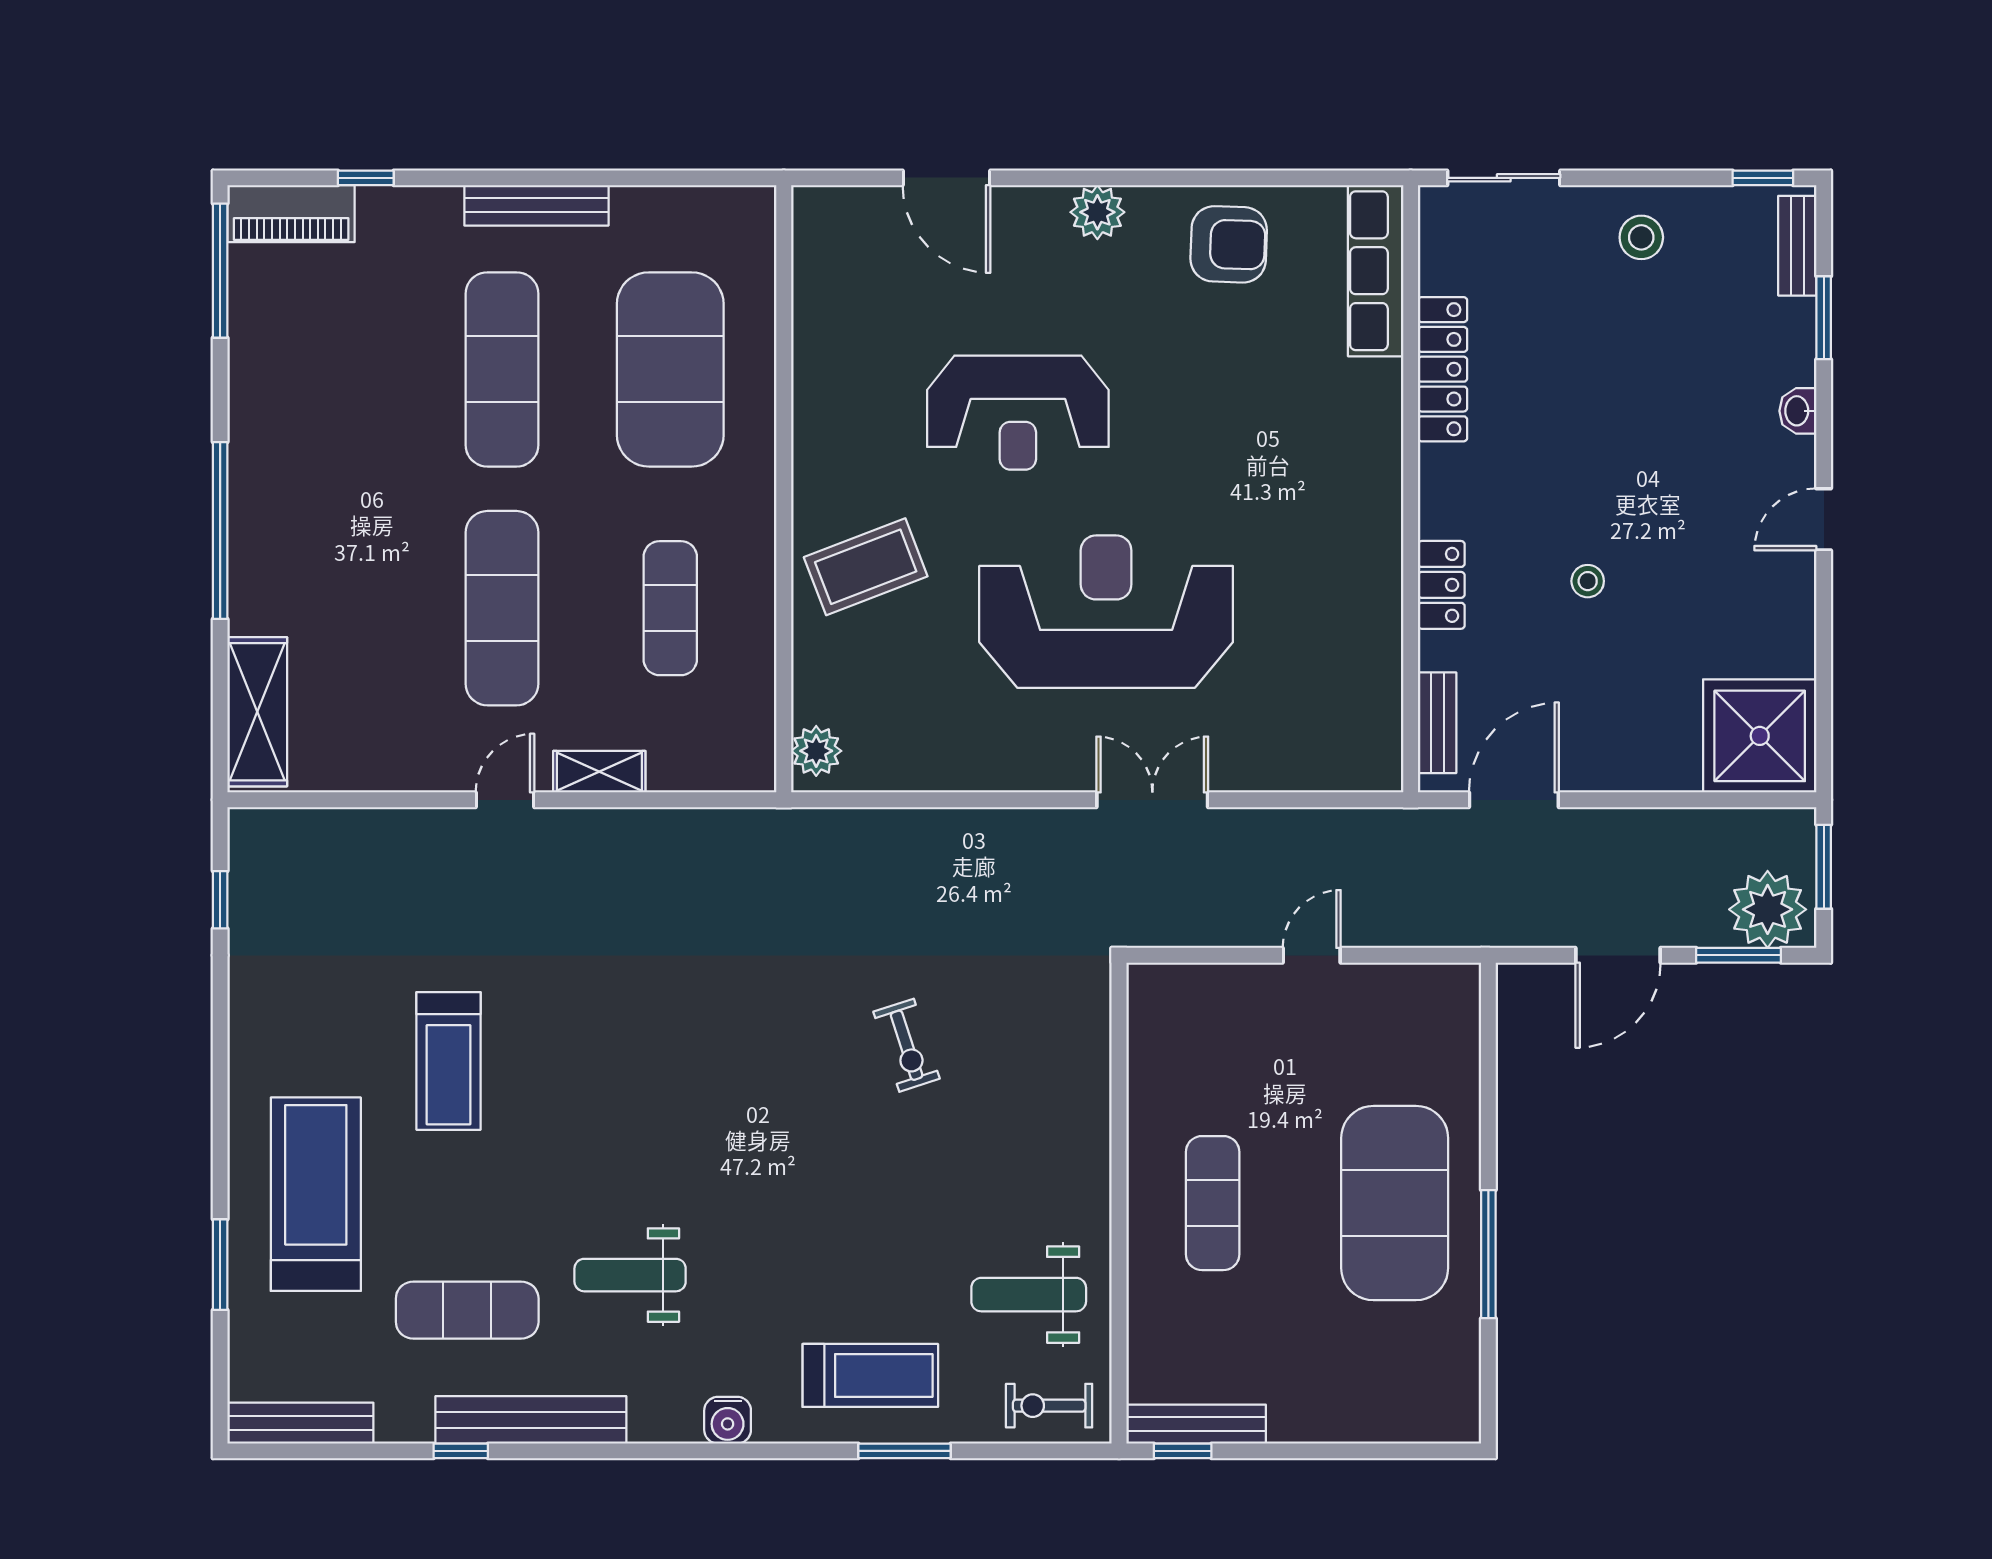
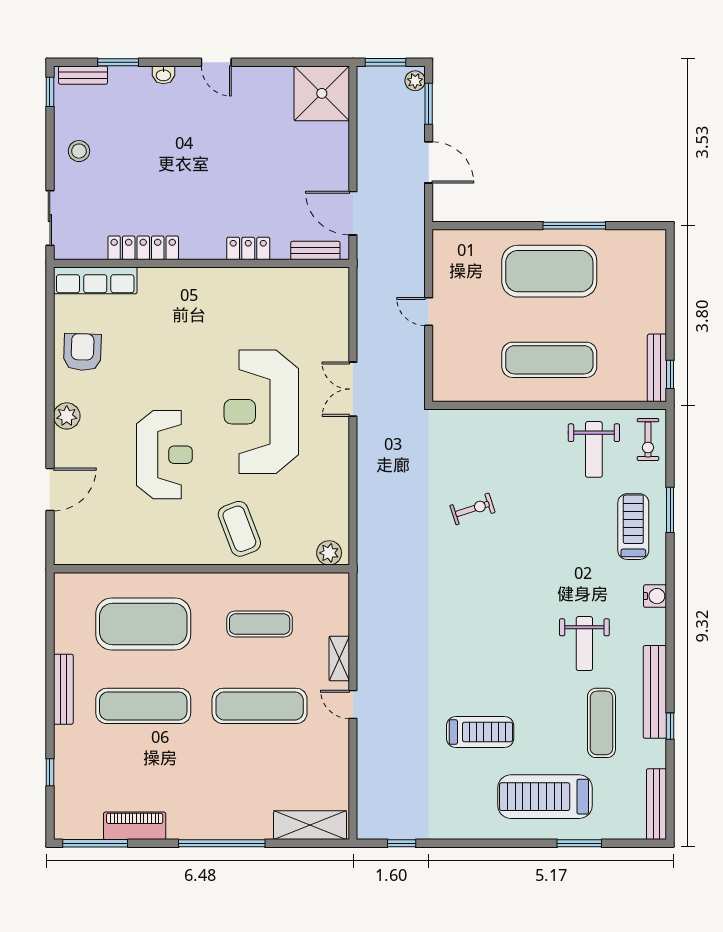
piano: (291, 214) -> (135, 826), moved, turned -90
stool: (1588, 581) -> (246, 177), removed
plant: (1768, 909) -> (415, 81), width x0.53, depth x0.53
exercise mat: (1213, 1203) -> (549, 360), width x1.36, depth x1.45

